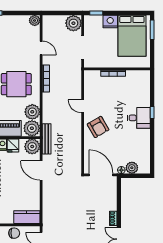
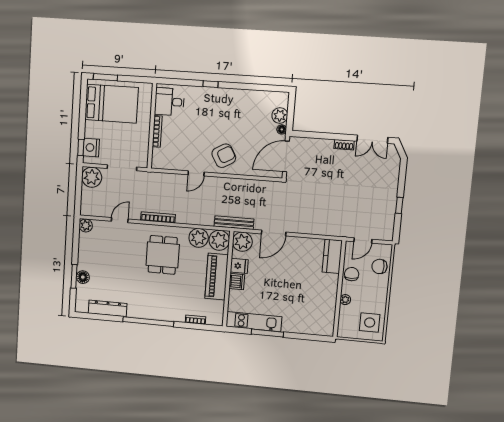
nightstand: (110, 21) -> (91, 148), moved
desk: (139, 118) -> (169, 102), moved, turned -90

